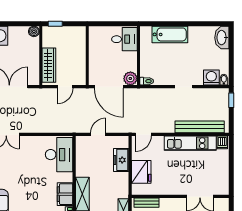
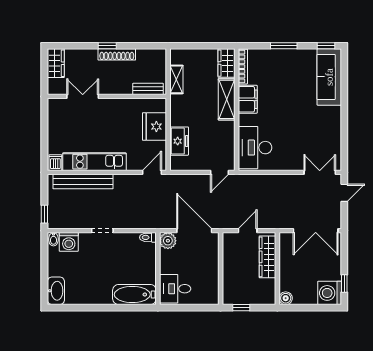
window: (55, 24) -> (241, 308), moved
bathtub: (170, 34) -> (134, 295), moved
door: (98, 134) -> (220, 172), moved

